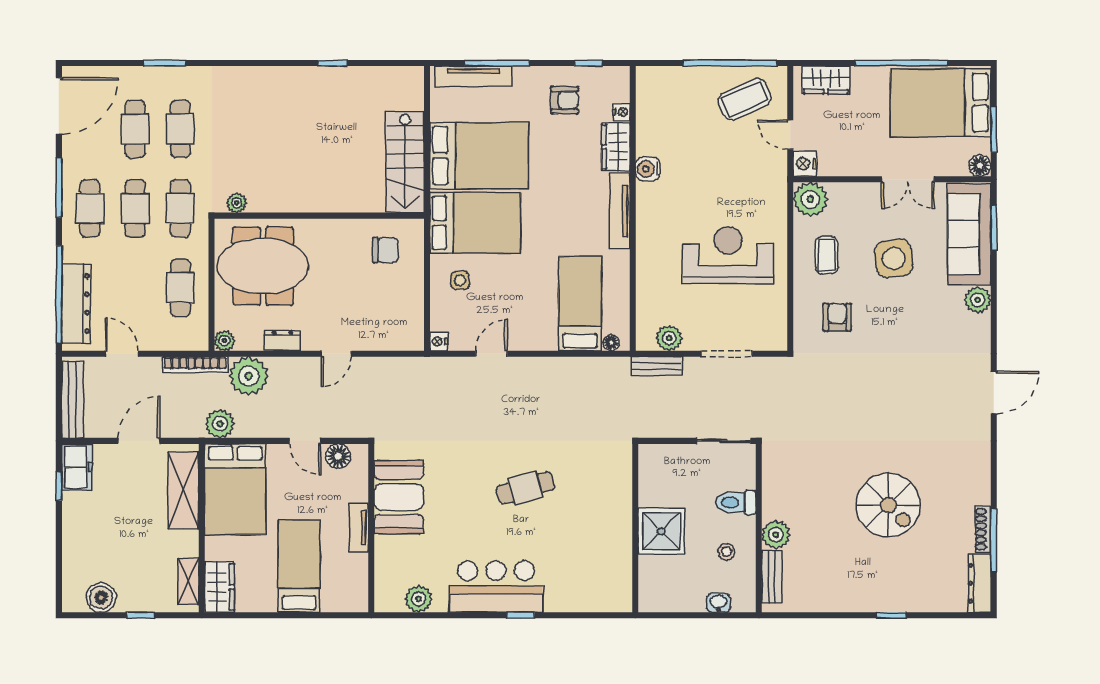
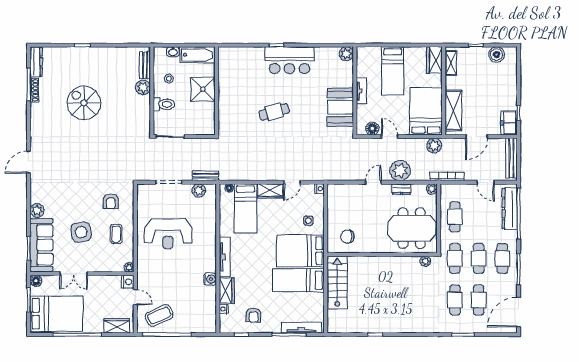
armchair: (565, 100) -> (254, 315), turned -90
bed: (479, 156) -> (298, 280), width x0.67
double door: (908, 179) -> (74, 274), swing flipped
plant: (810, 199) -> (129, 267), width x0.53, depth x0.53
wardrobe: (533, 337) -> (270, 191), added
plant: (249, 376) -> (400, 171), moved
bathtub: (671, 597) -> (198, 55), added
plant: (419, 599) -> (346, 54), moved

